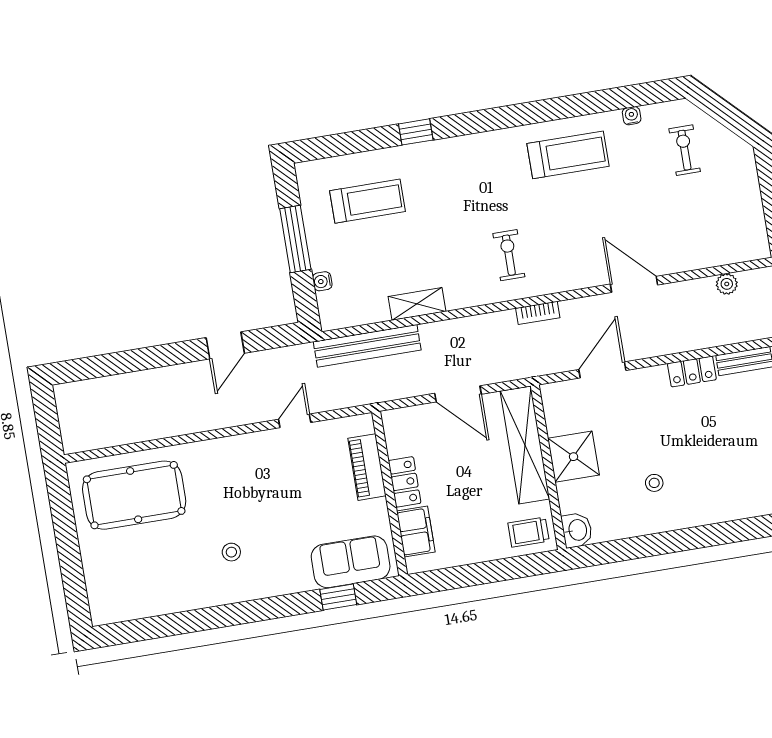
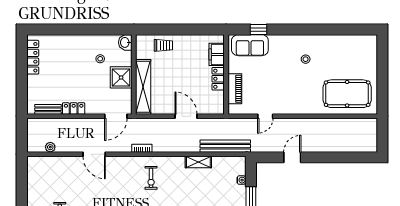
shelving: (525, 445) -> (143, 87), moved
shower: (574, 457) -> (121, 77), moved
wall: (548, 467) -> (134, 74), moved
washbasin: (577, 530) -> (125, 42), moved

